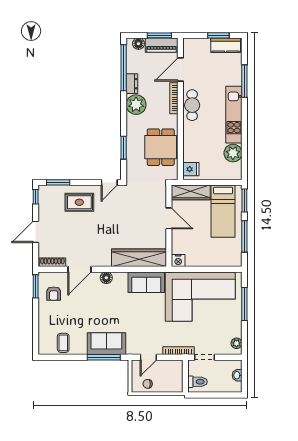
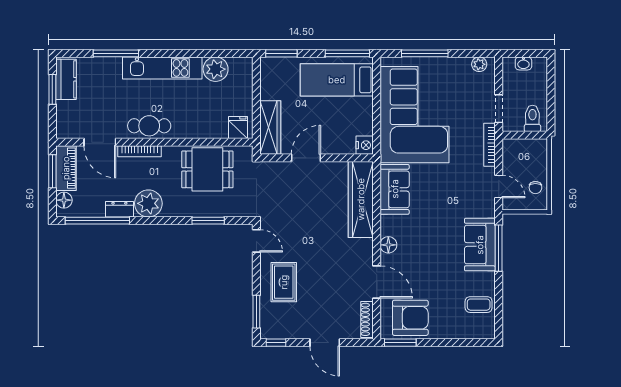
bed: (223, 211) -> (337, 80), moved, turned 180
window: (244, 236) -> (347, 53), moved
armchair: (54, 294) -> (410, 318), width x1.88, depth x1.88

